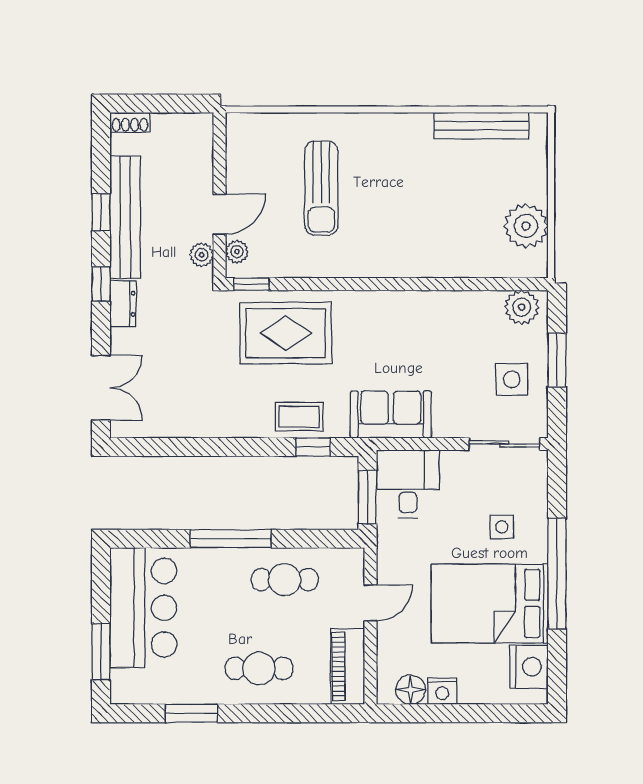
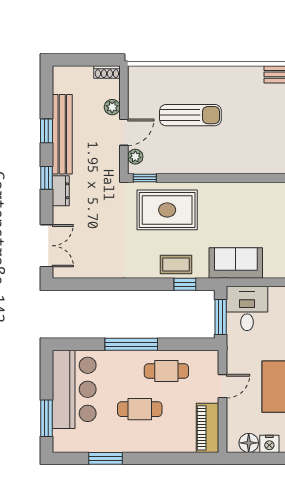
shoe rack: (130, 122) -> (107, 72), moved
sun lounger: (321, 188) -> (190, 115), turned -90
plant: (202, 255) -> (112, 107), moved
cafe table: (259, 668) -> (140, 409), moved

